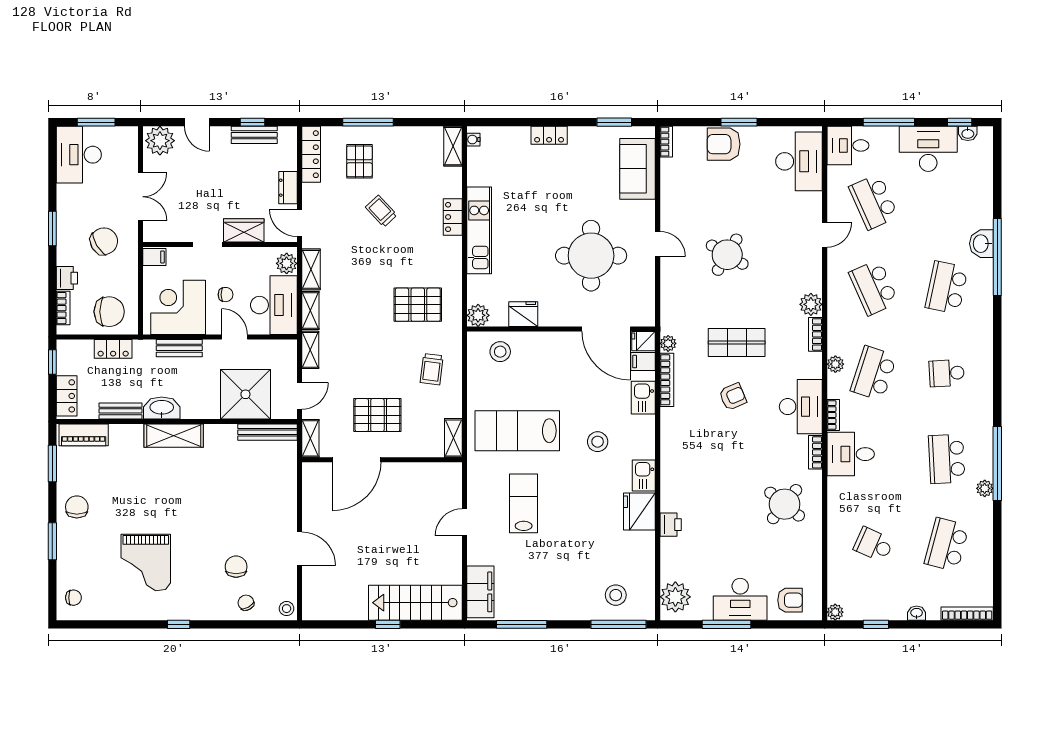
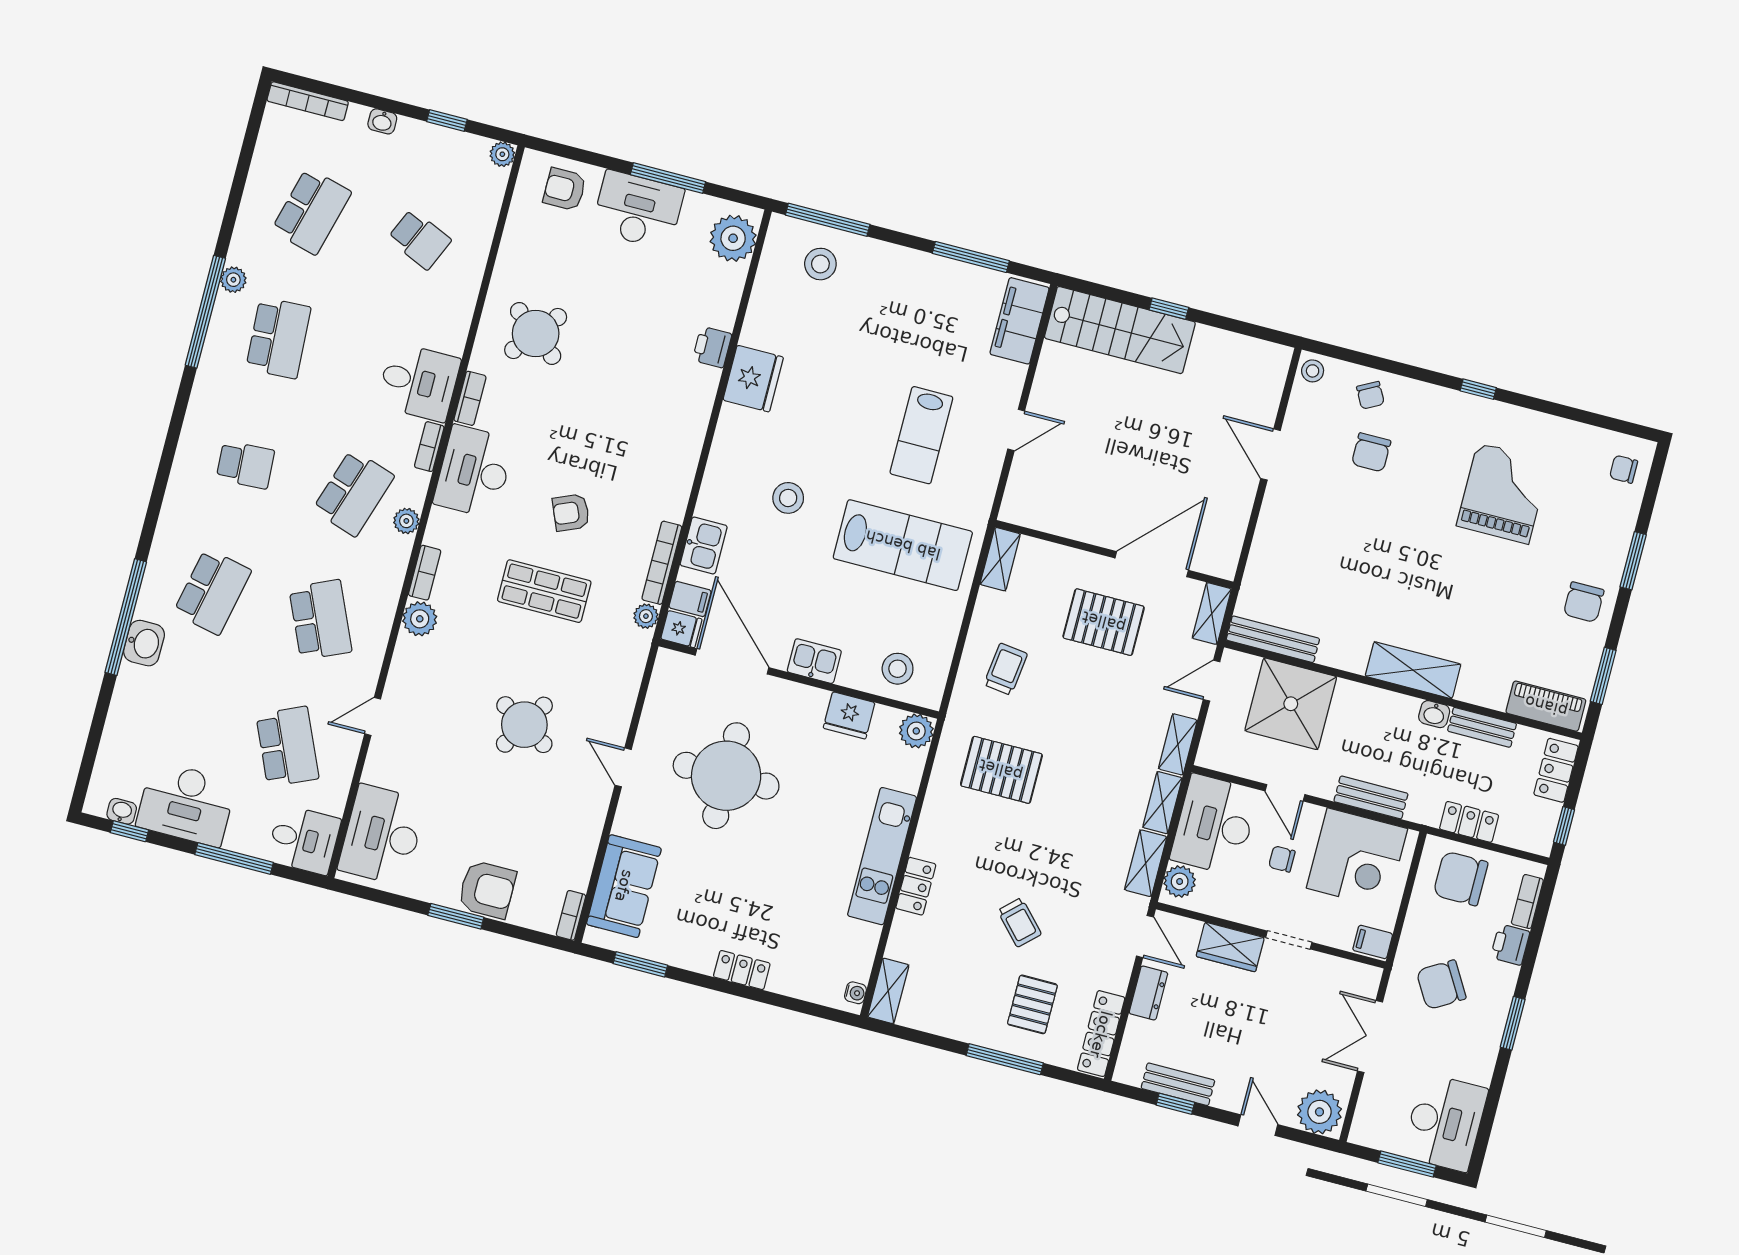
washbasin: (162, 408) -> (1434, 714), width x0.52, depth x0.69
kitchen sink: (644, 476) -> (814, 661), moved, turned -90

